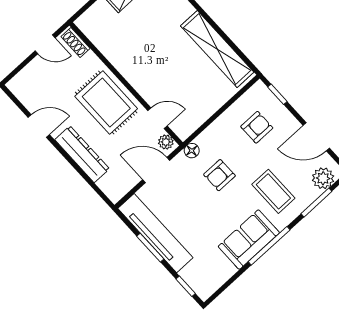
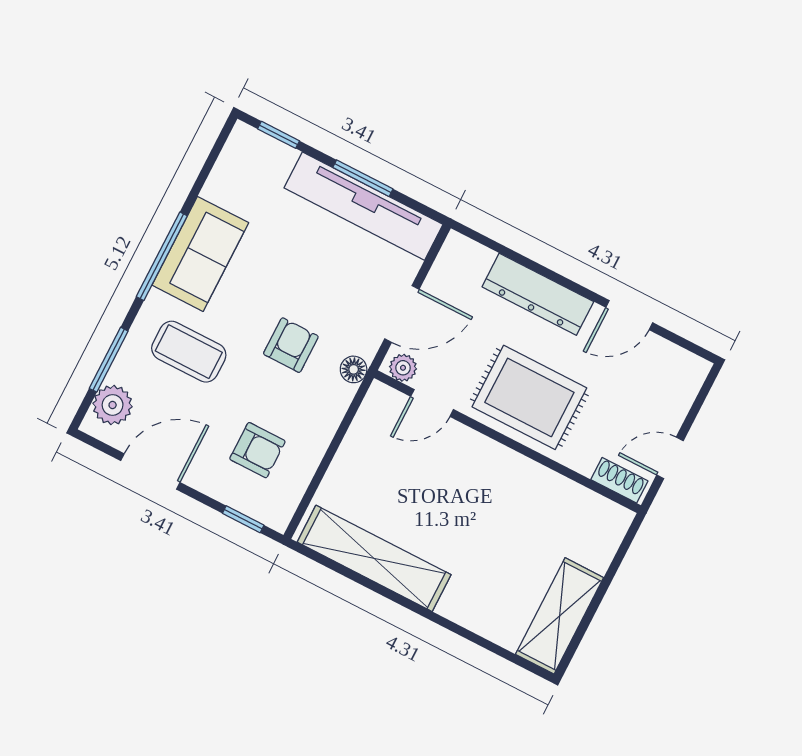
armchair: (257, 127) -> (257, 450), turned -90

